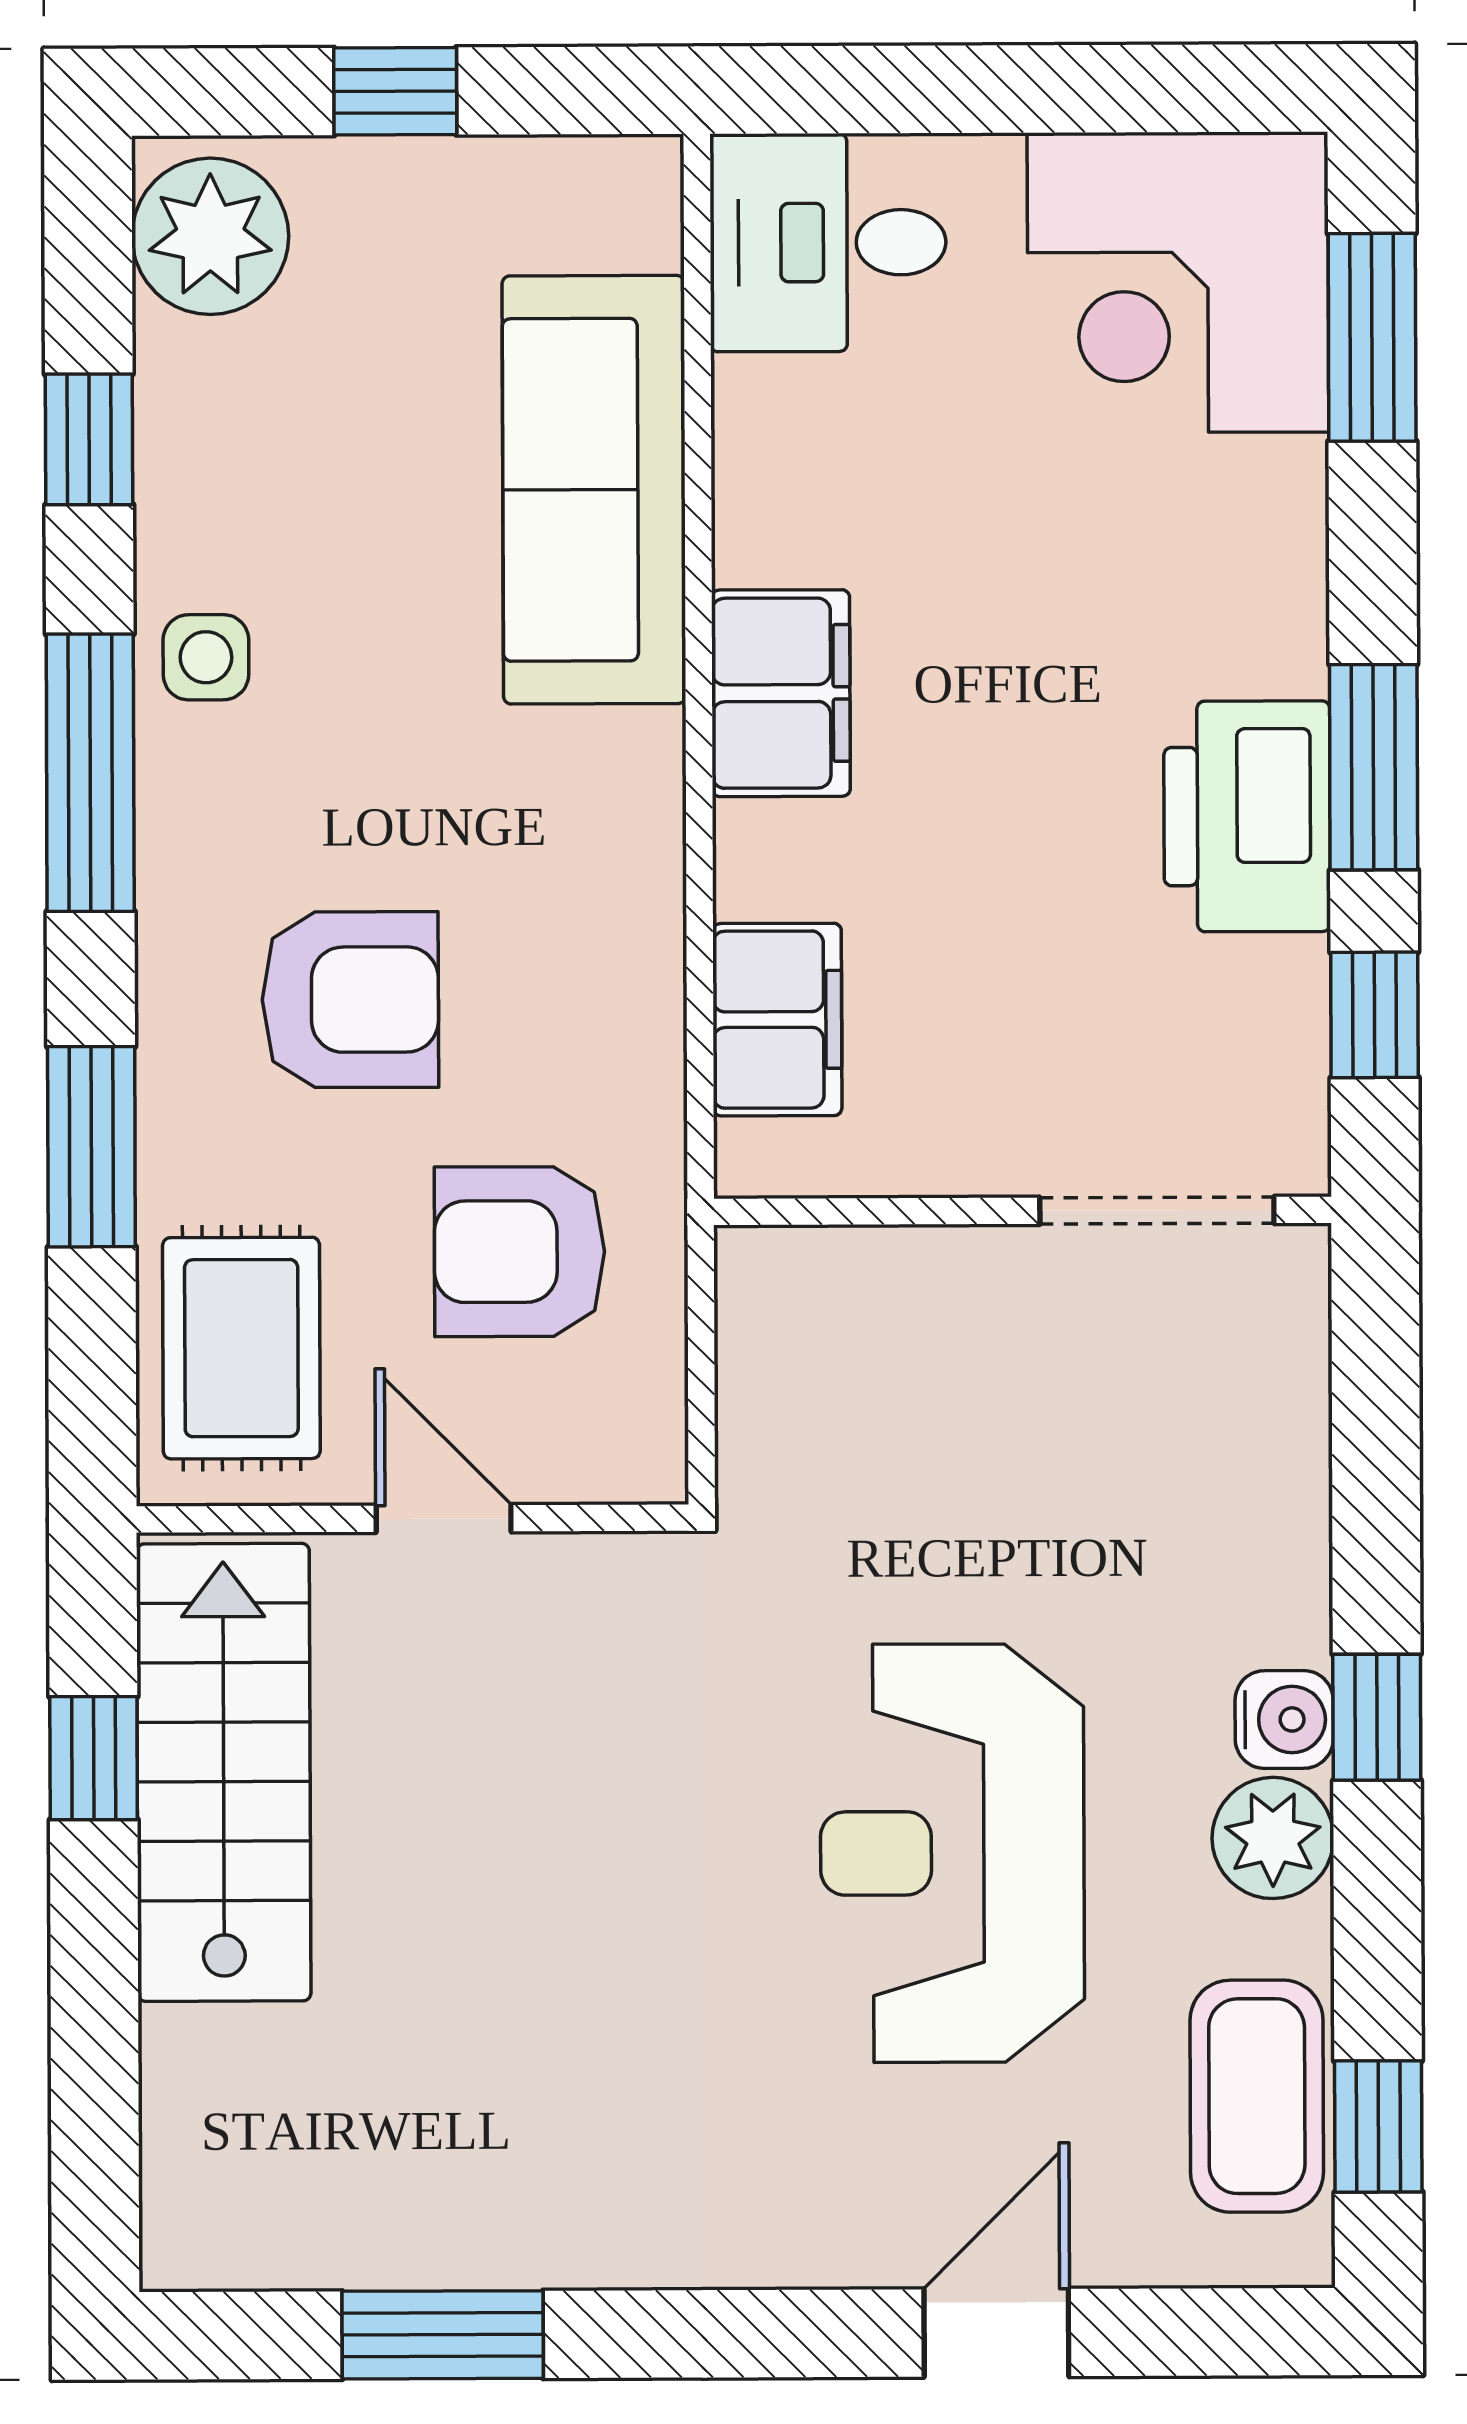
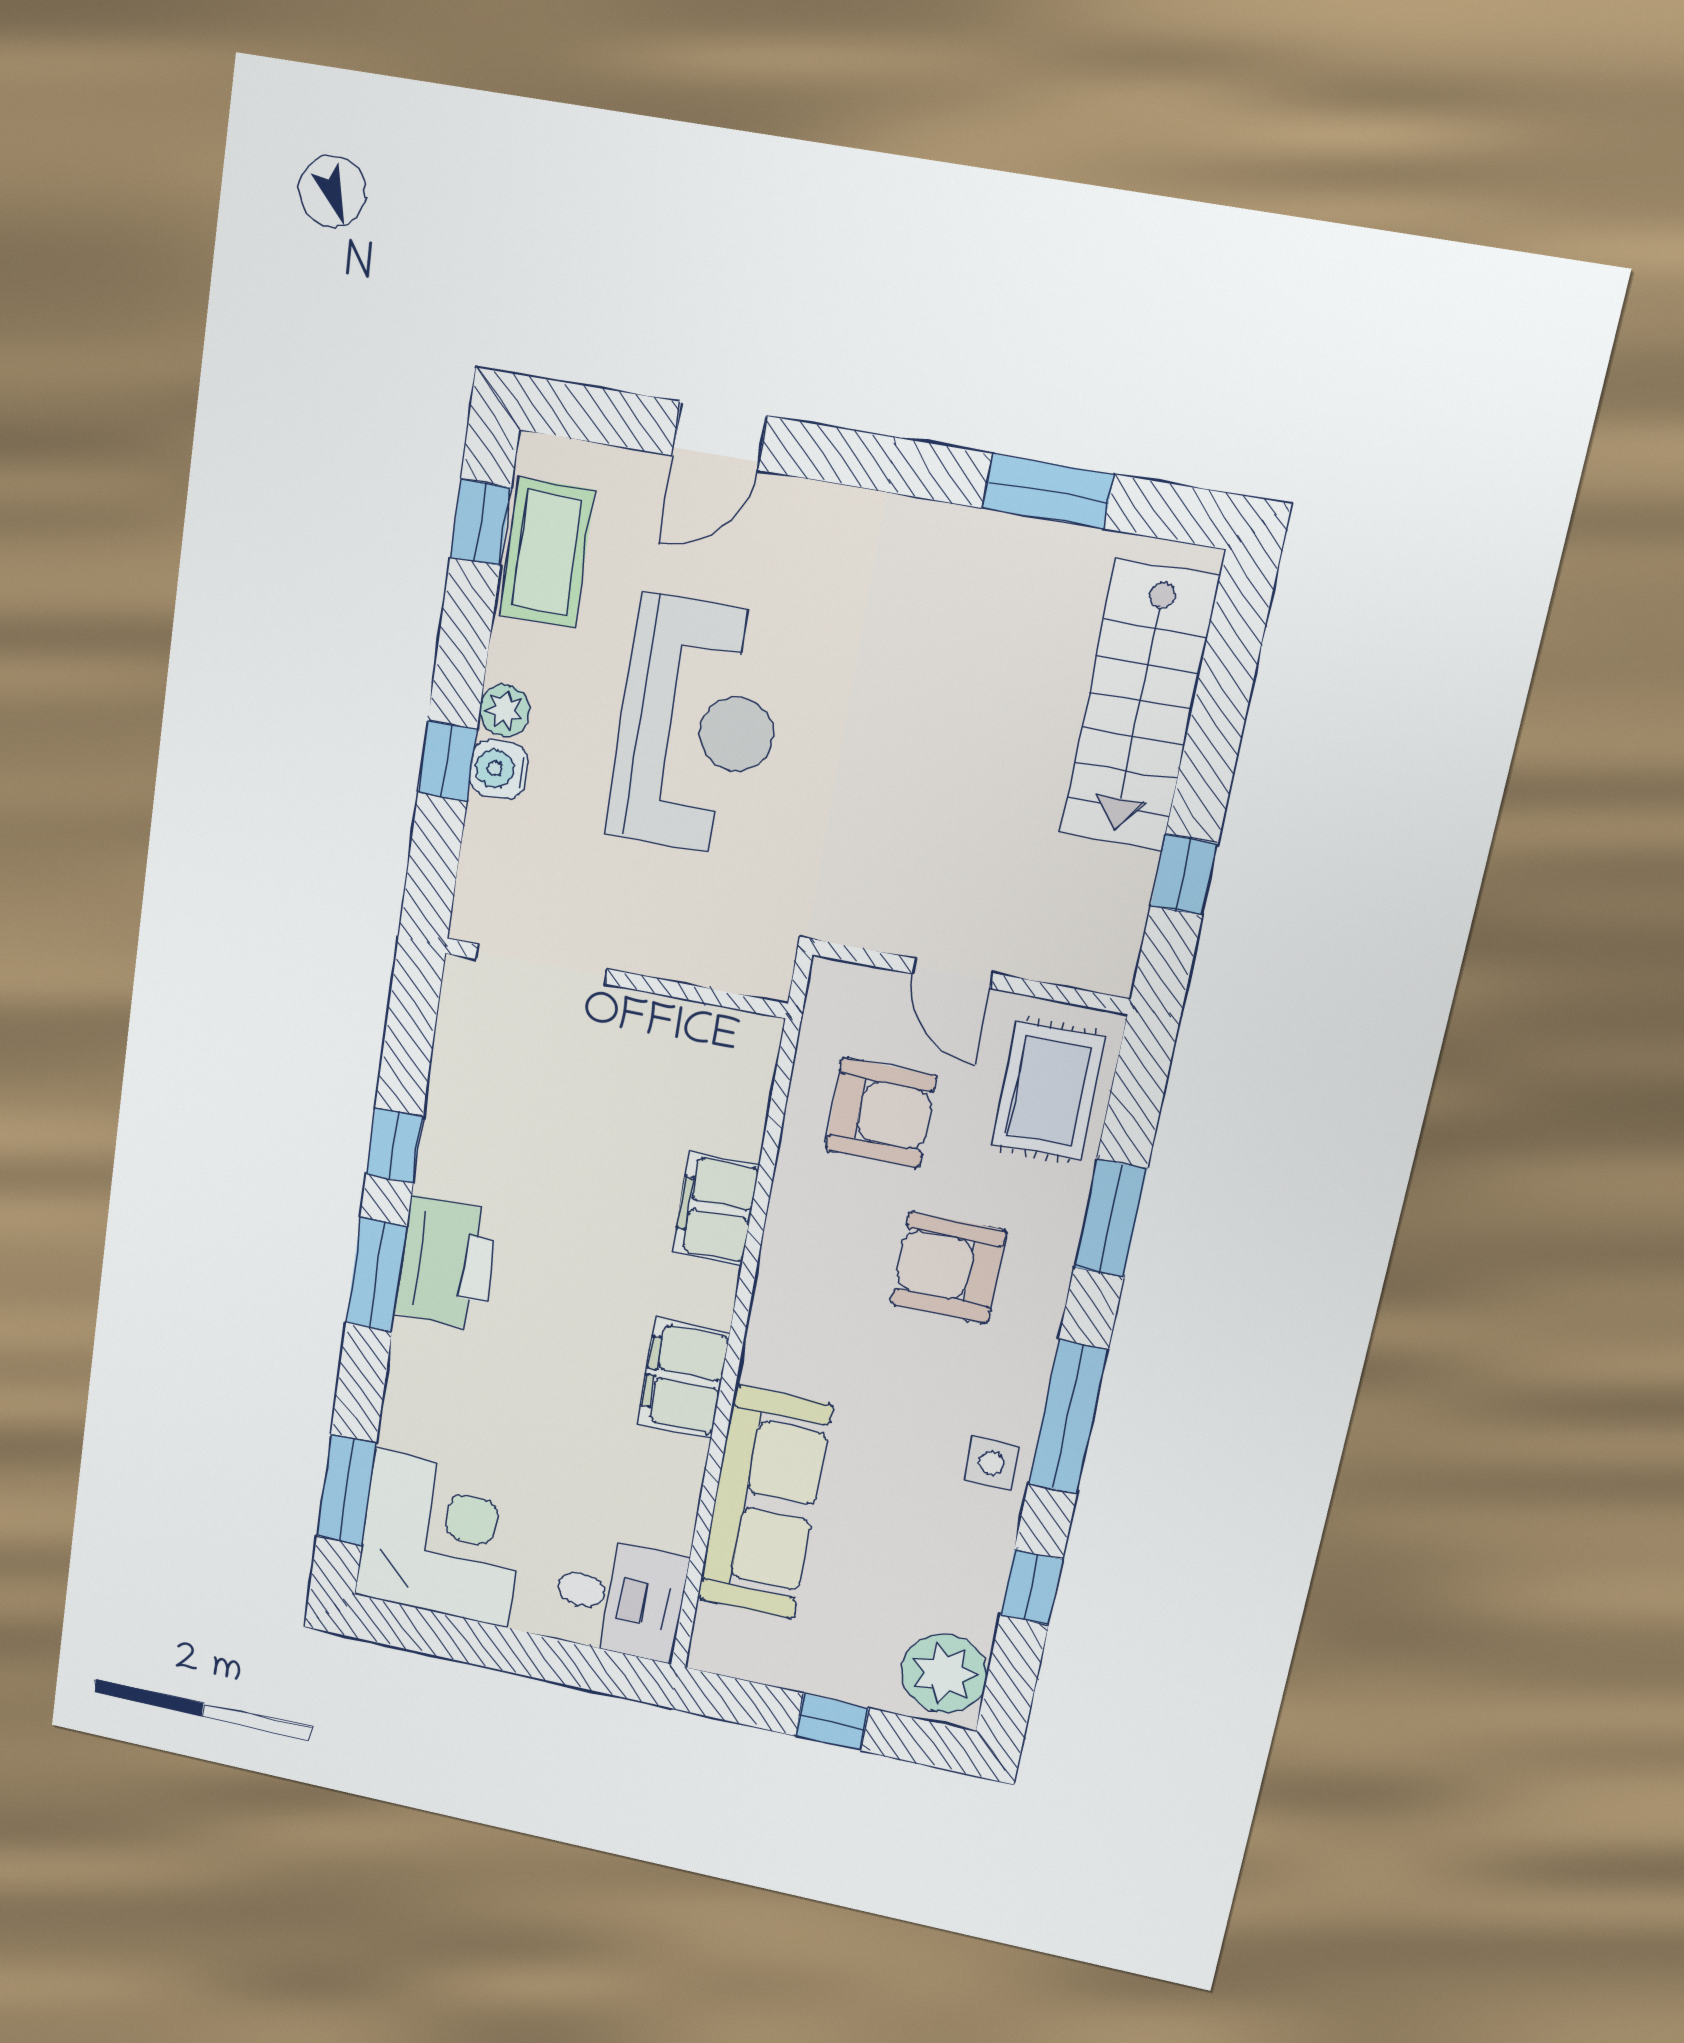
doorway: (1157, 1210) -> (541, 964), moved
wall: (1023, 1211) -> (615, 978), moved
stairs: (224, 1772) -> (1140, 706), moved
plant: (1273, 1838) -> (505, 710), width x0.73, depth x0.73

